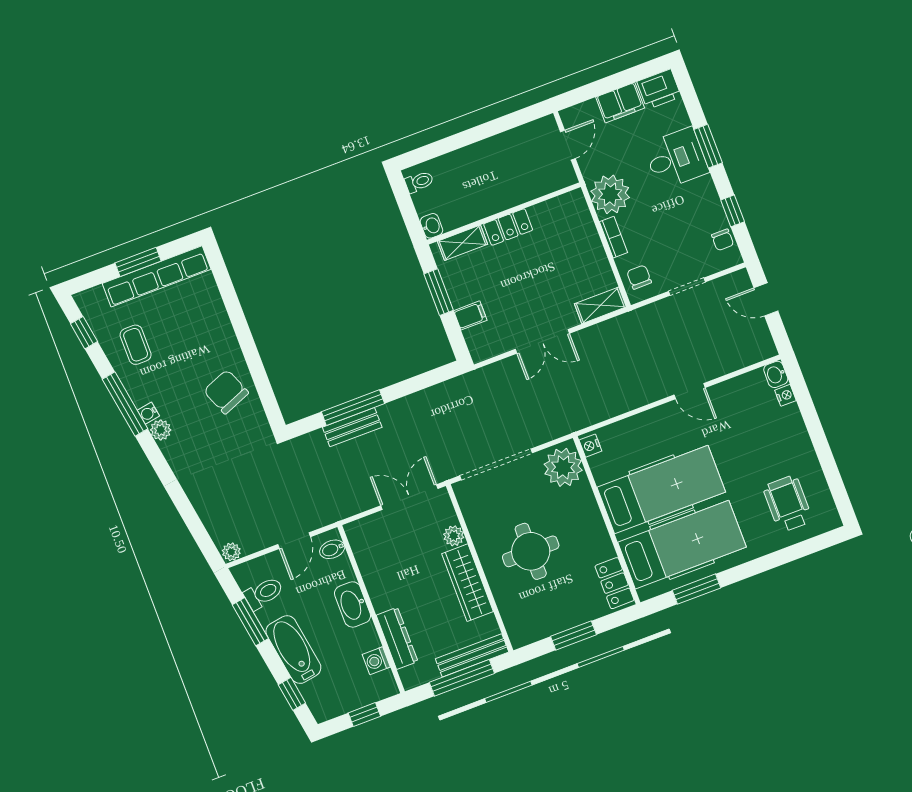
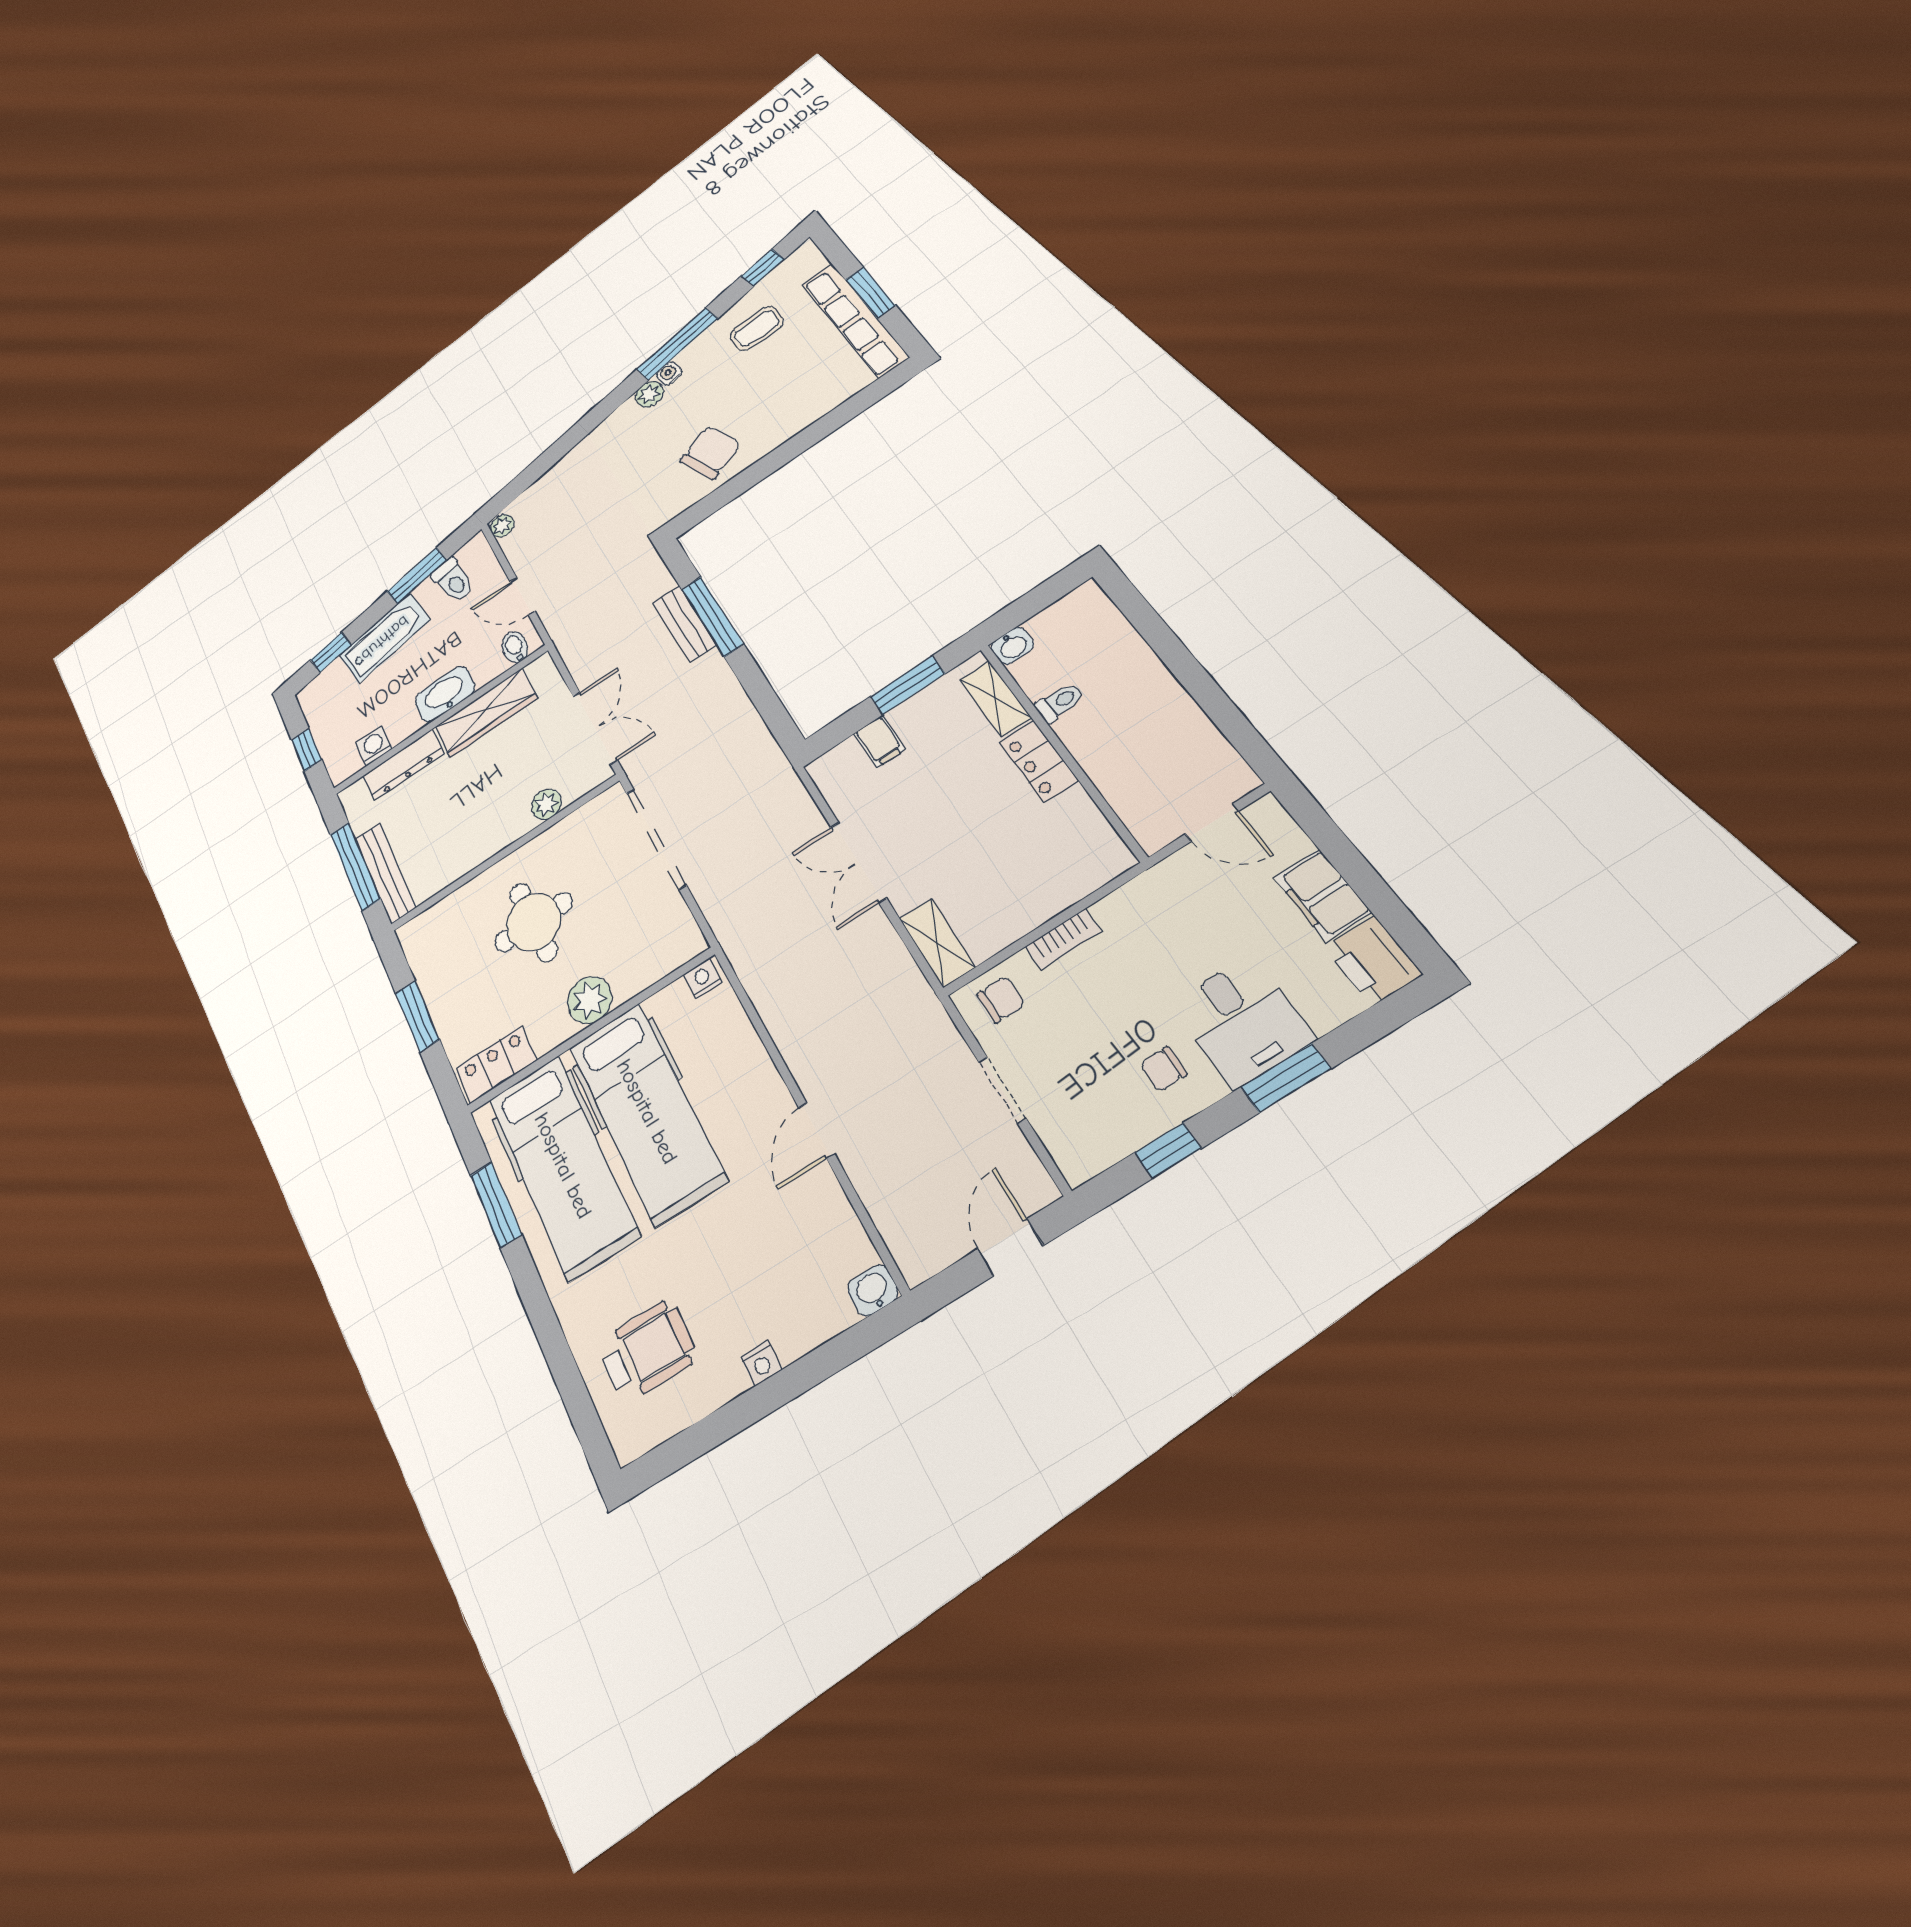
toilet: (419, 182) -> (1060, 702), moved, turned -90
plant: (610, 194) -> (1140, 916), removed
chair: (723, 240) -> (1163, 1069), moved
nightstand: (785, 395) -> (761, 1363), moved
plant: (563, 467) -> (590, 1000), moved, width x0.73, depth x0.73
wardrobe: (467, 583) -> (486, 713), moved, turned 180

